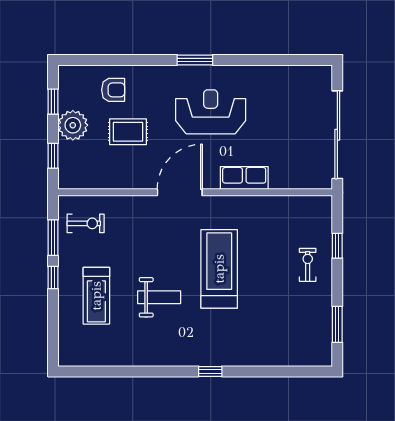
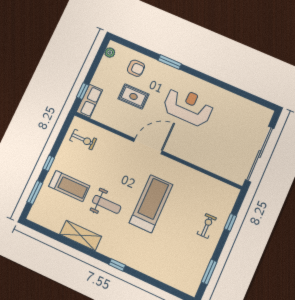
window: (195, 60) -> (170, 62), moved
window: (53, 102) -> (97, 60), removed
plant: (73, 125) -> (110, 53), moved, width x0.53, depth x0.53
row of seats: (244, 178) -> (89, 101), moved, turned 90
window: (53, 238) -> (35, 192), moved
treadmill: (96, 296) -> (69, 186), turned -90
shelving: (143, 355) -> (81, 235), added

